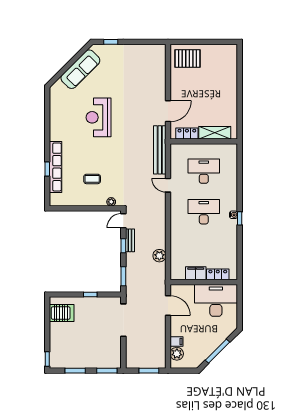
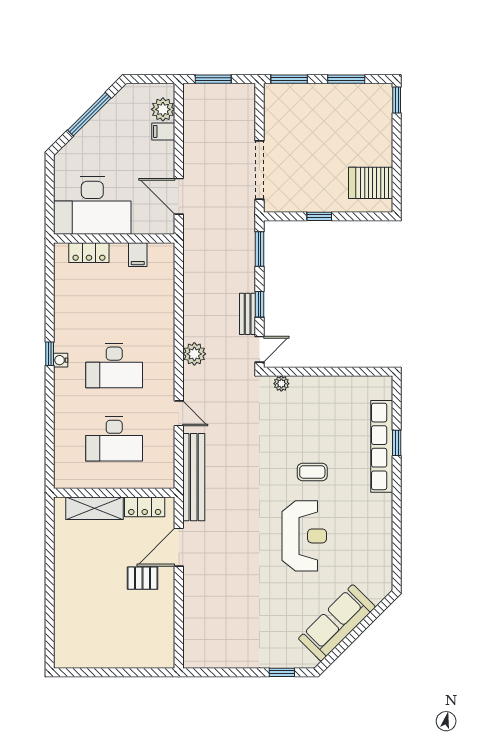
pallet: (188, 59) -> (142, 578), moved, width x0.67, depth x0.71
coffee table: (92, 179) -> (312, 472), moved
plant: (159, 256) -> (194, 354), moved
filing cabinet: (196, 273) -> (138, 255), width x0.50

